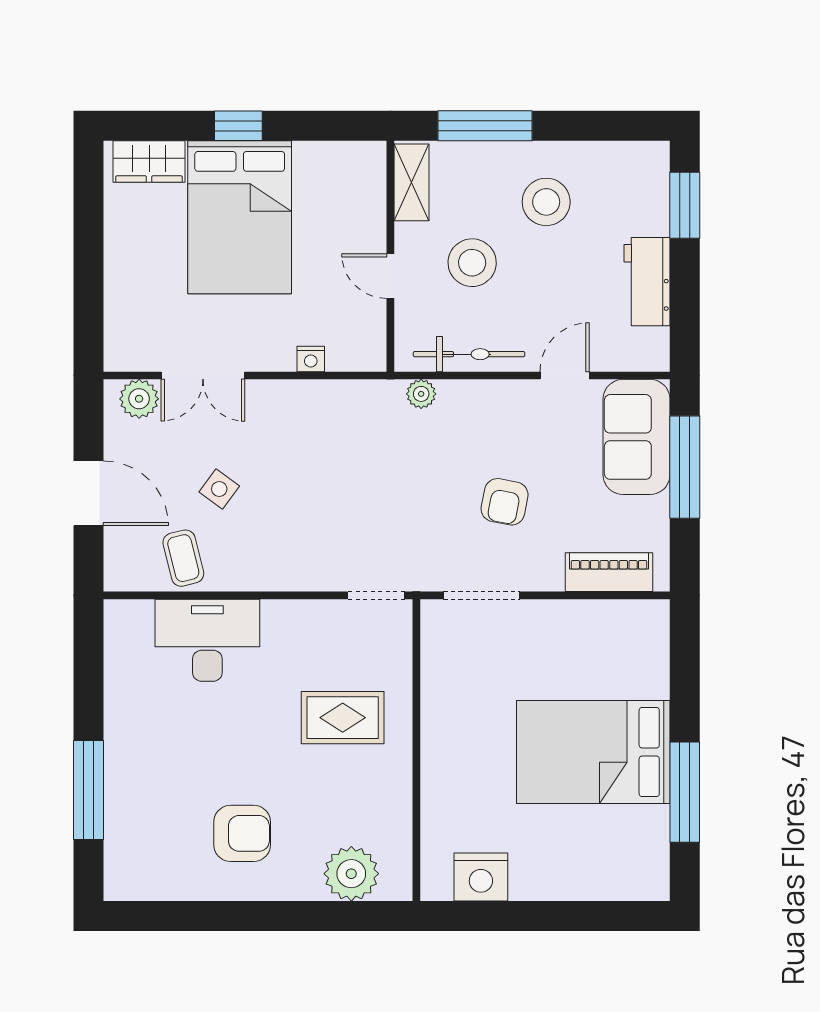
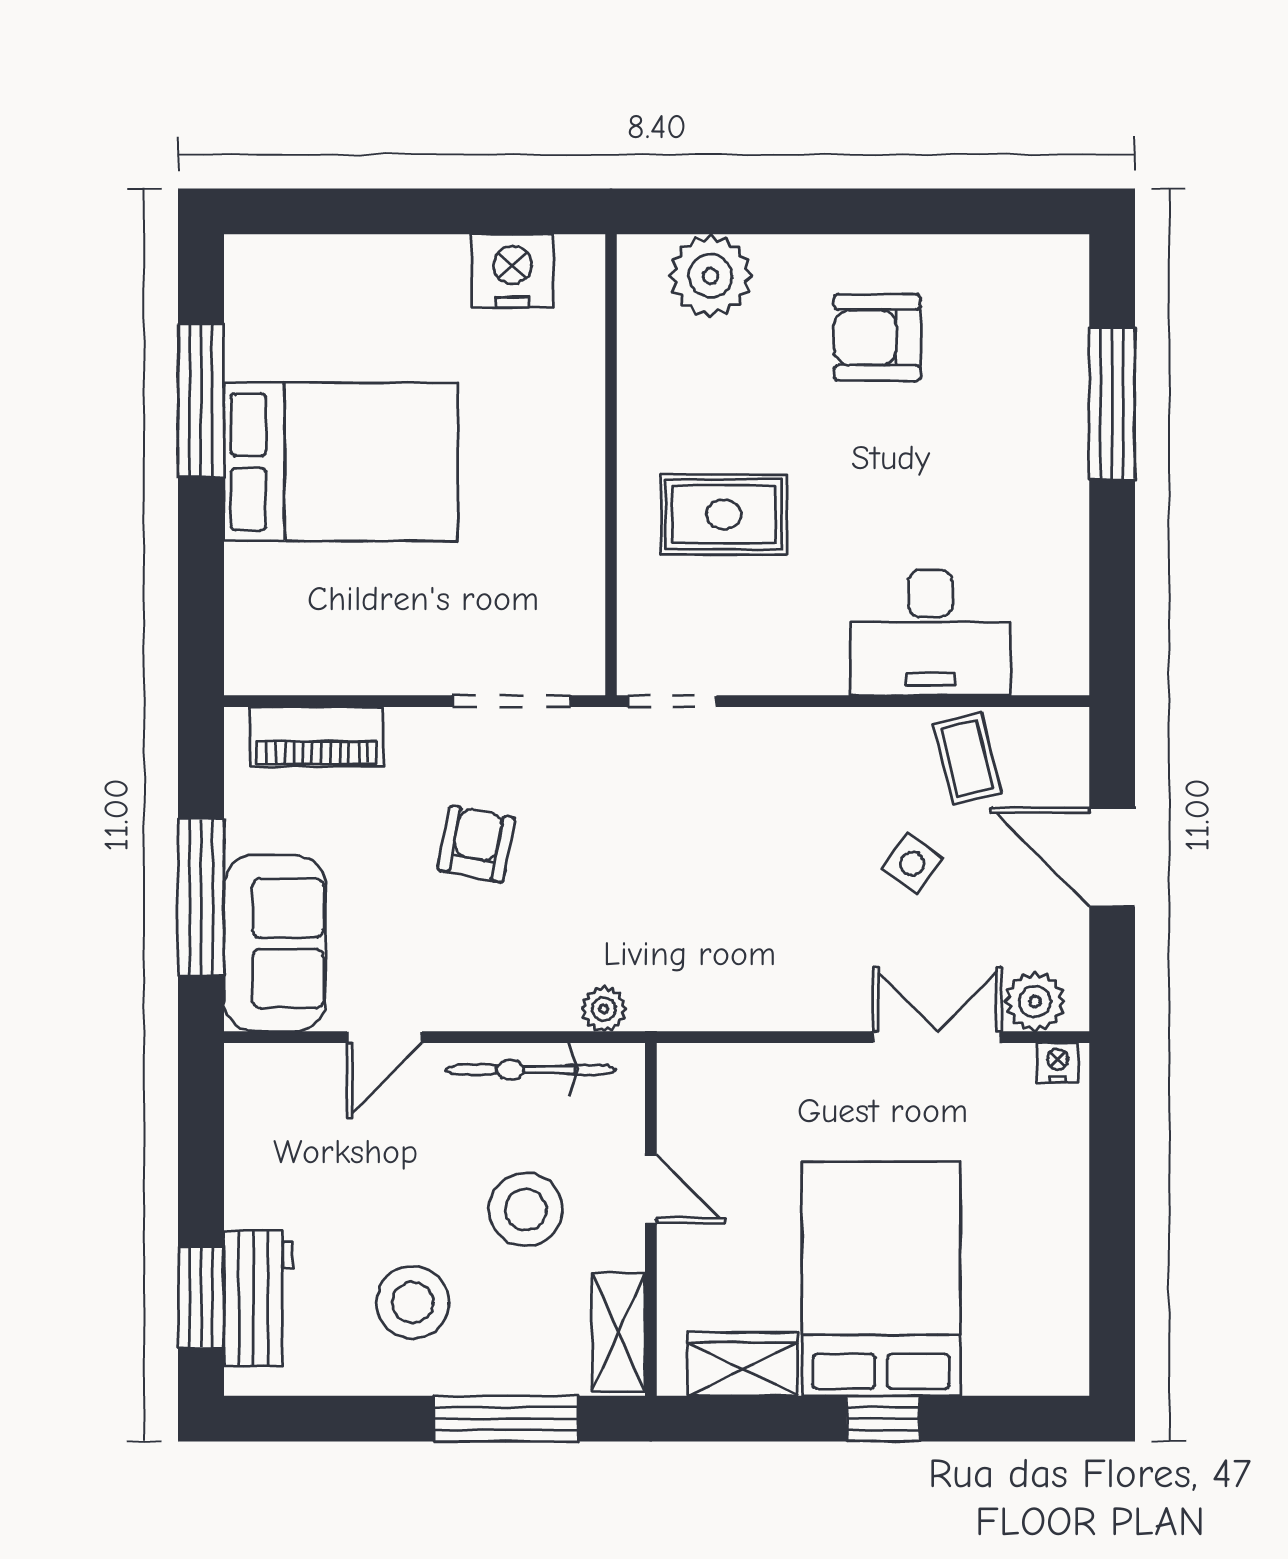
wardrobe: (149, 162) -> (743, 1364), moved
workbench: (647, 282) -> (259, 1298), moved
nightstand: (311, 359) -> (1058, 1062), moved

